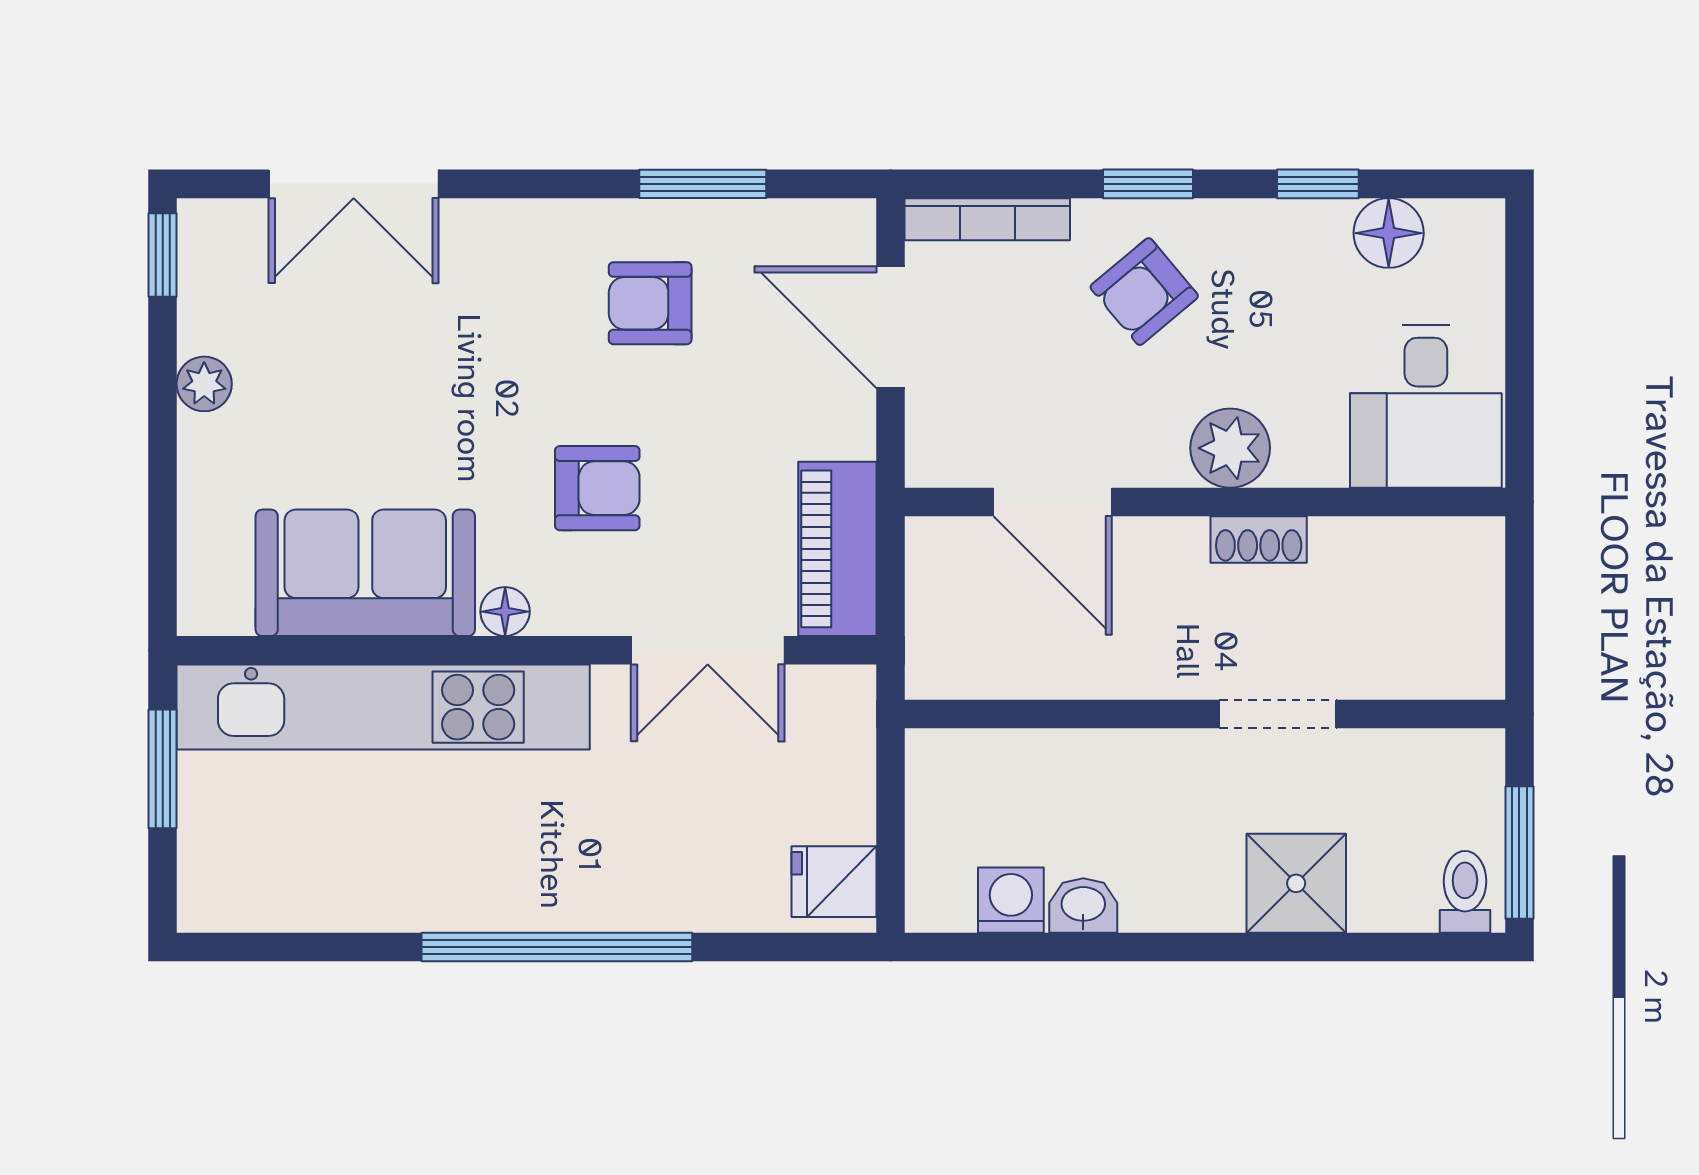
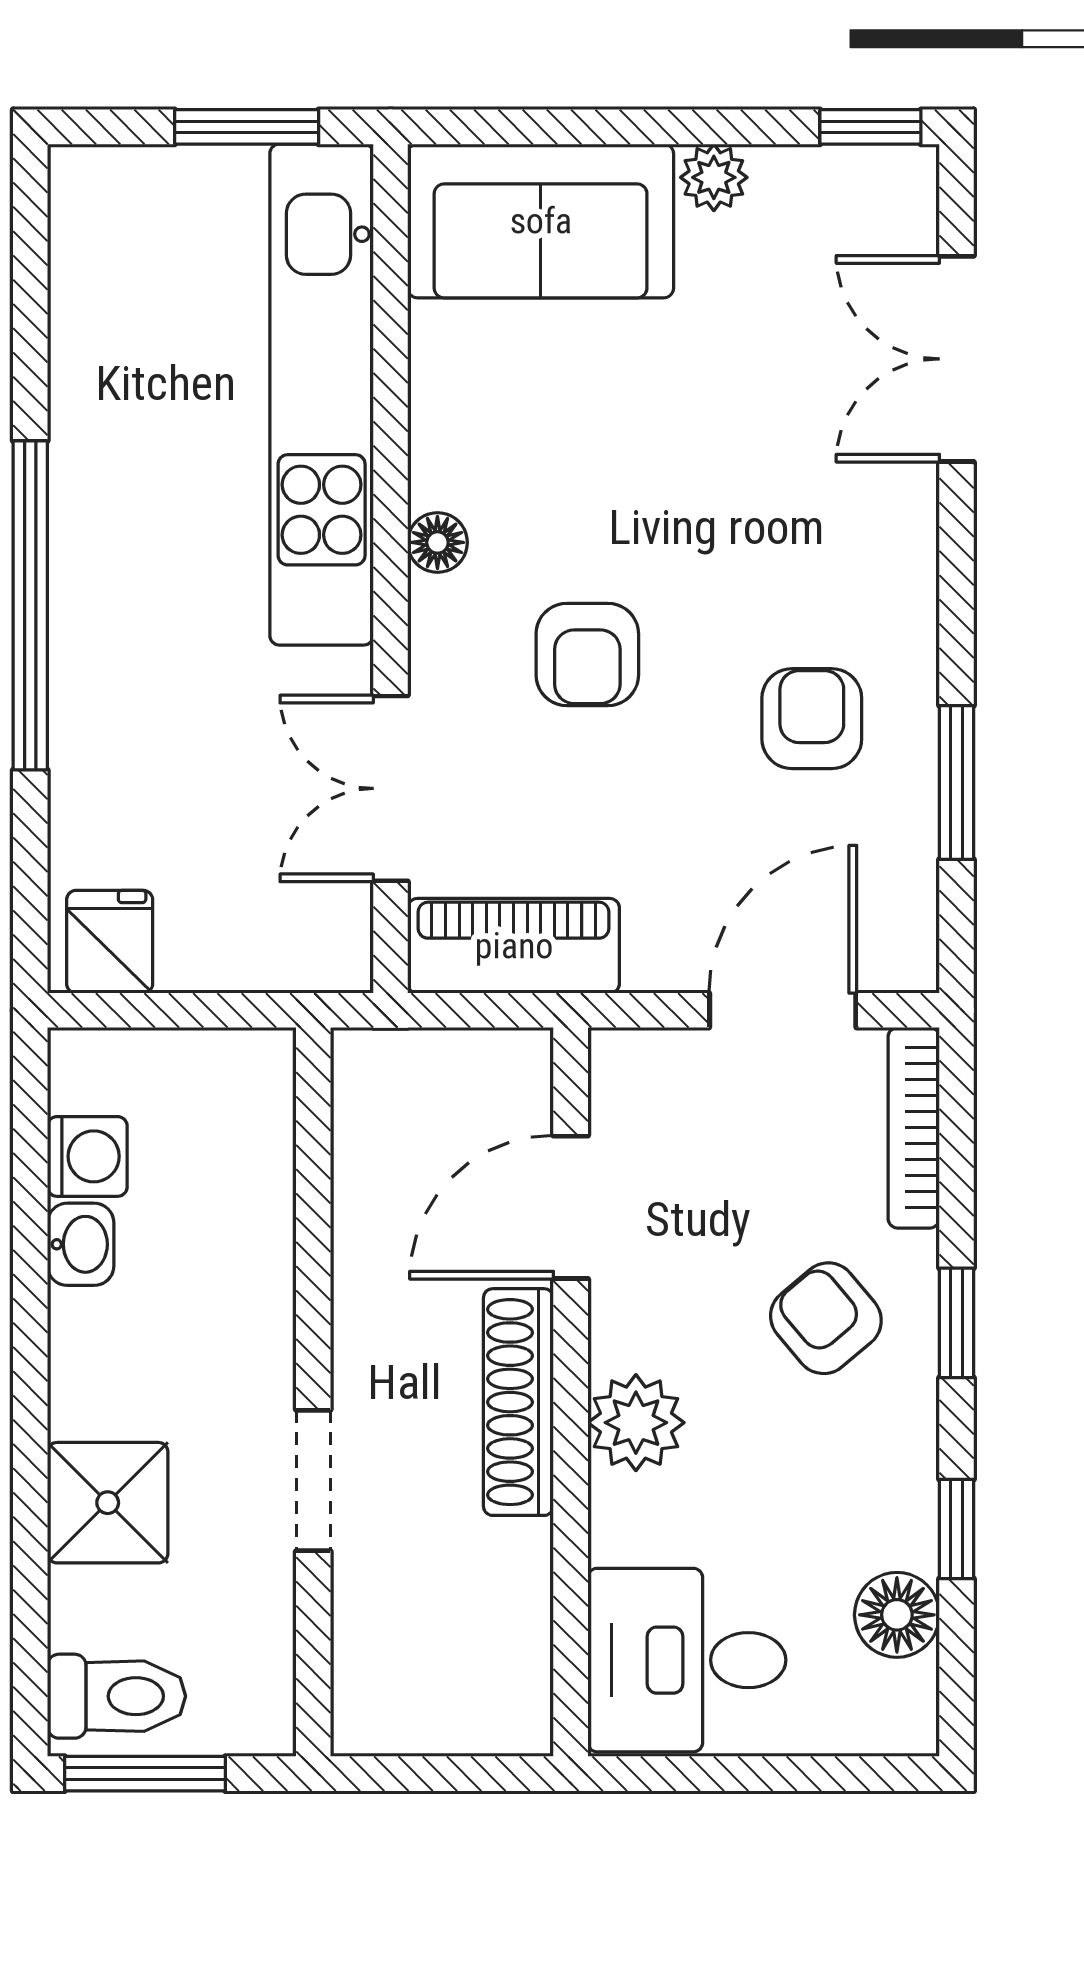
shoe rack: (1259, 539) -> (518, 1402), width x1.94, depth x1.24
sofa: (365, 573) -> (541, 221), moved, turned 90
toilet: (1465, 892) -> (117, 1696), width x1.37, depth x1.39

